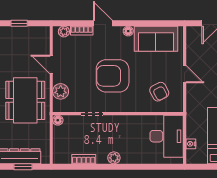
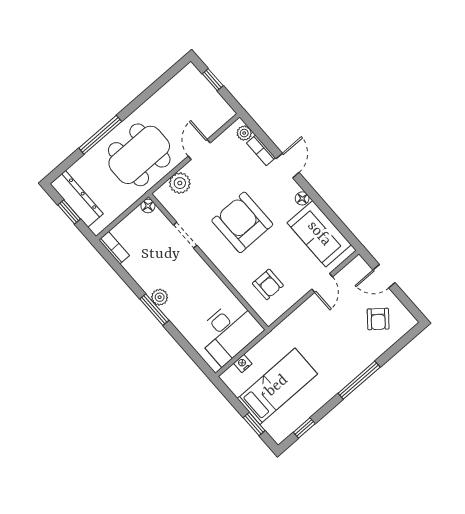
door: (185, 74) -> (322, 283), moved
armchair: (159, 92) -> (268, 284), turned -62
bookcase: (84, 159) -> (114, 248), moved
window: (118, 167) -> (154, 310), added

